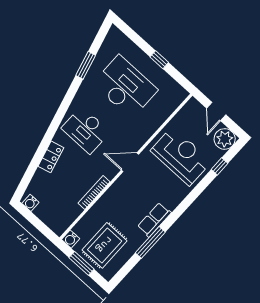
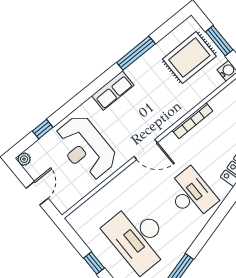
plant: (225, 139) -> (24, 159), width x0.53, depth x0.53
row of seats: (154, 220) -> (113, 91), moved

